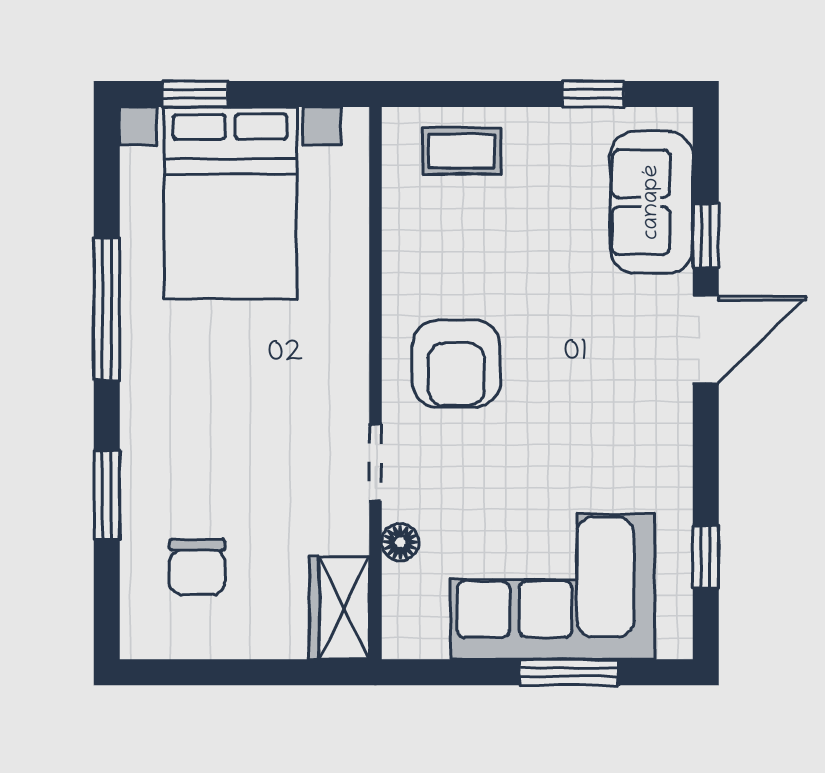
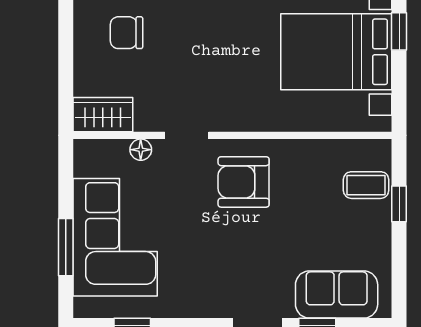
window: (593, 94) -> (399, 204), moved
coffee table: (462, 151) -> (366, 185), turned 90

